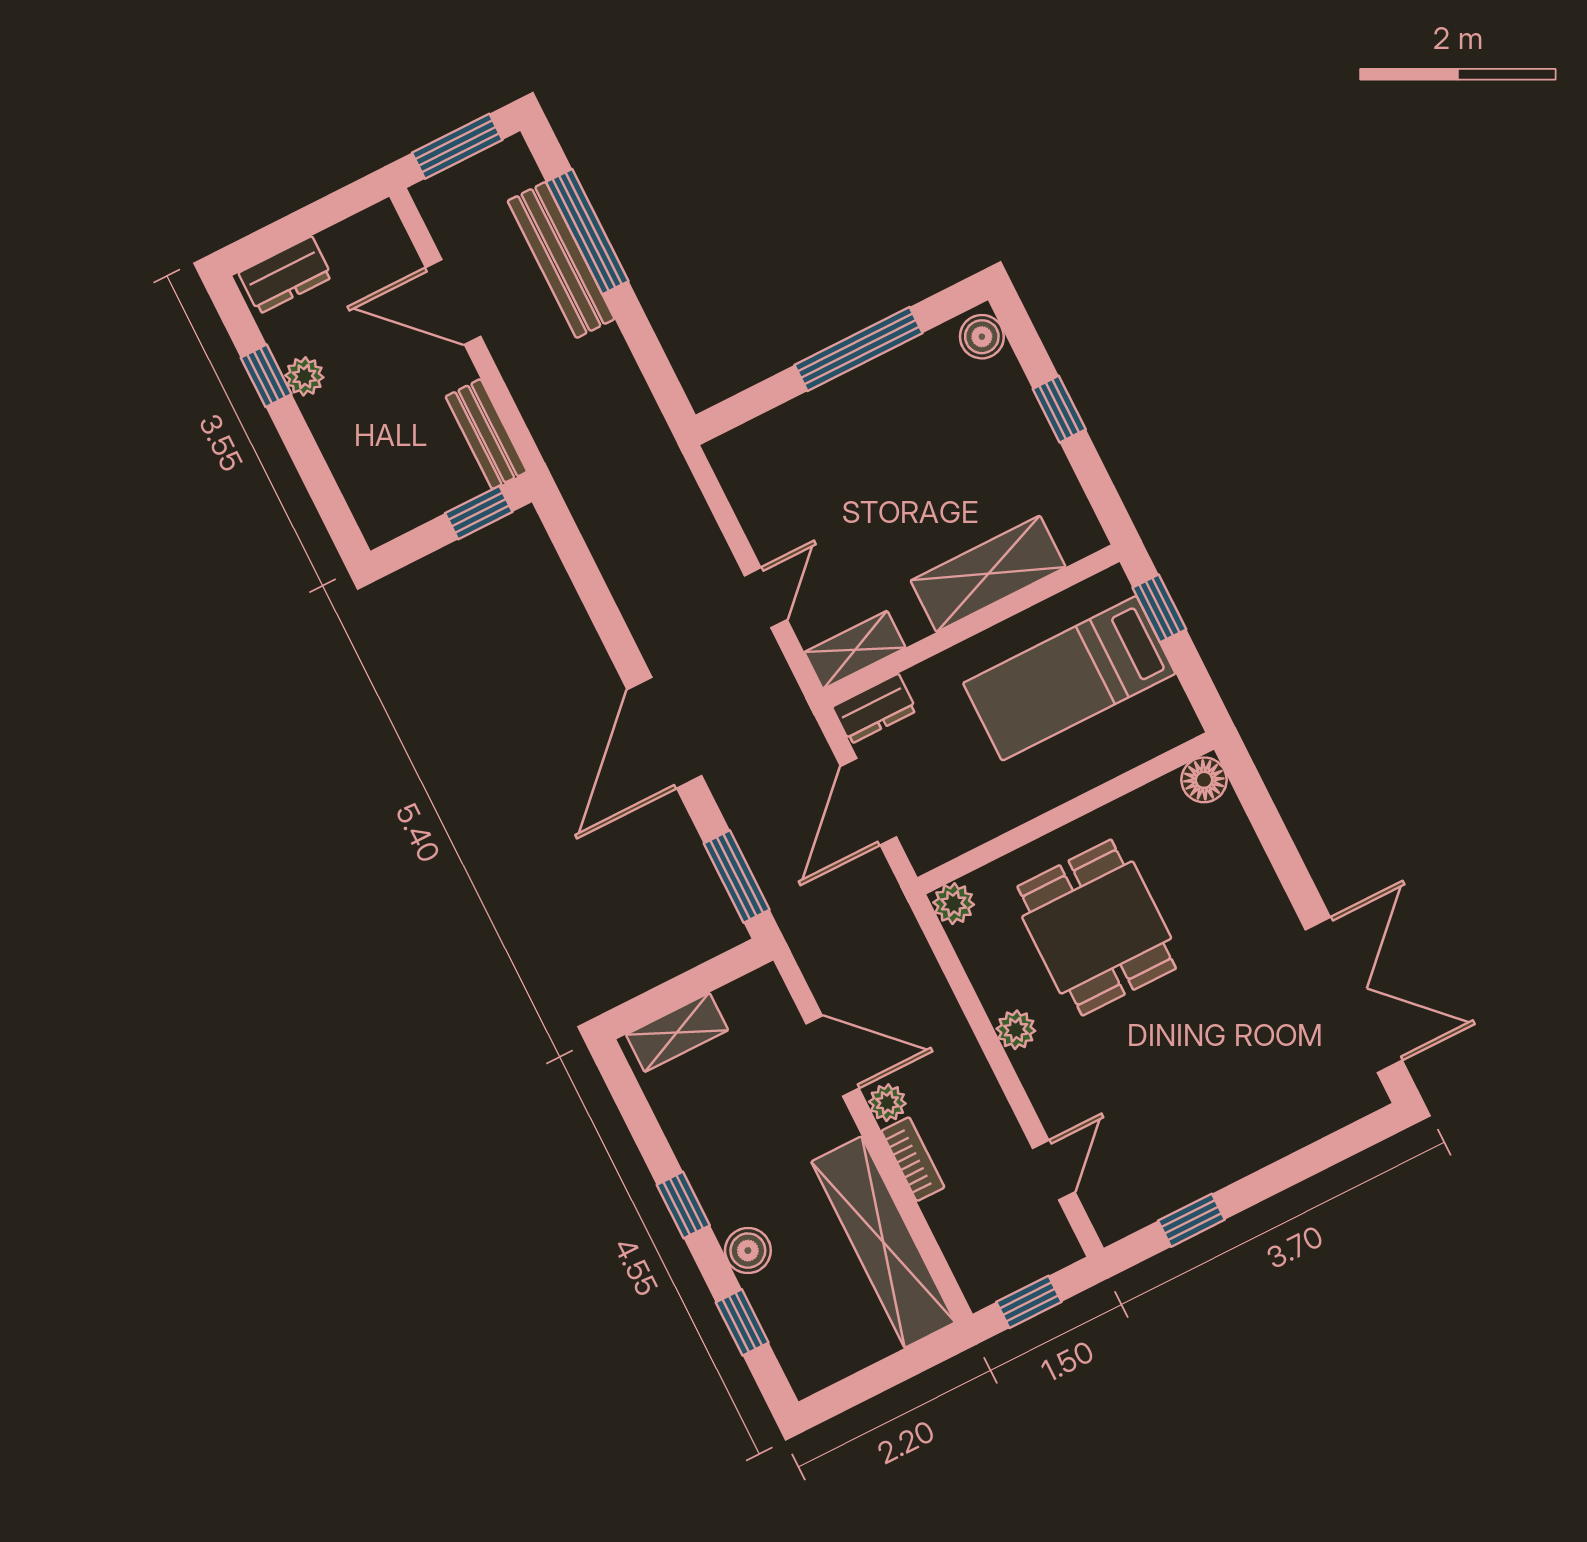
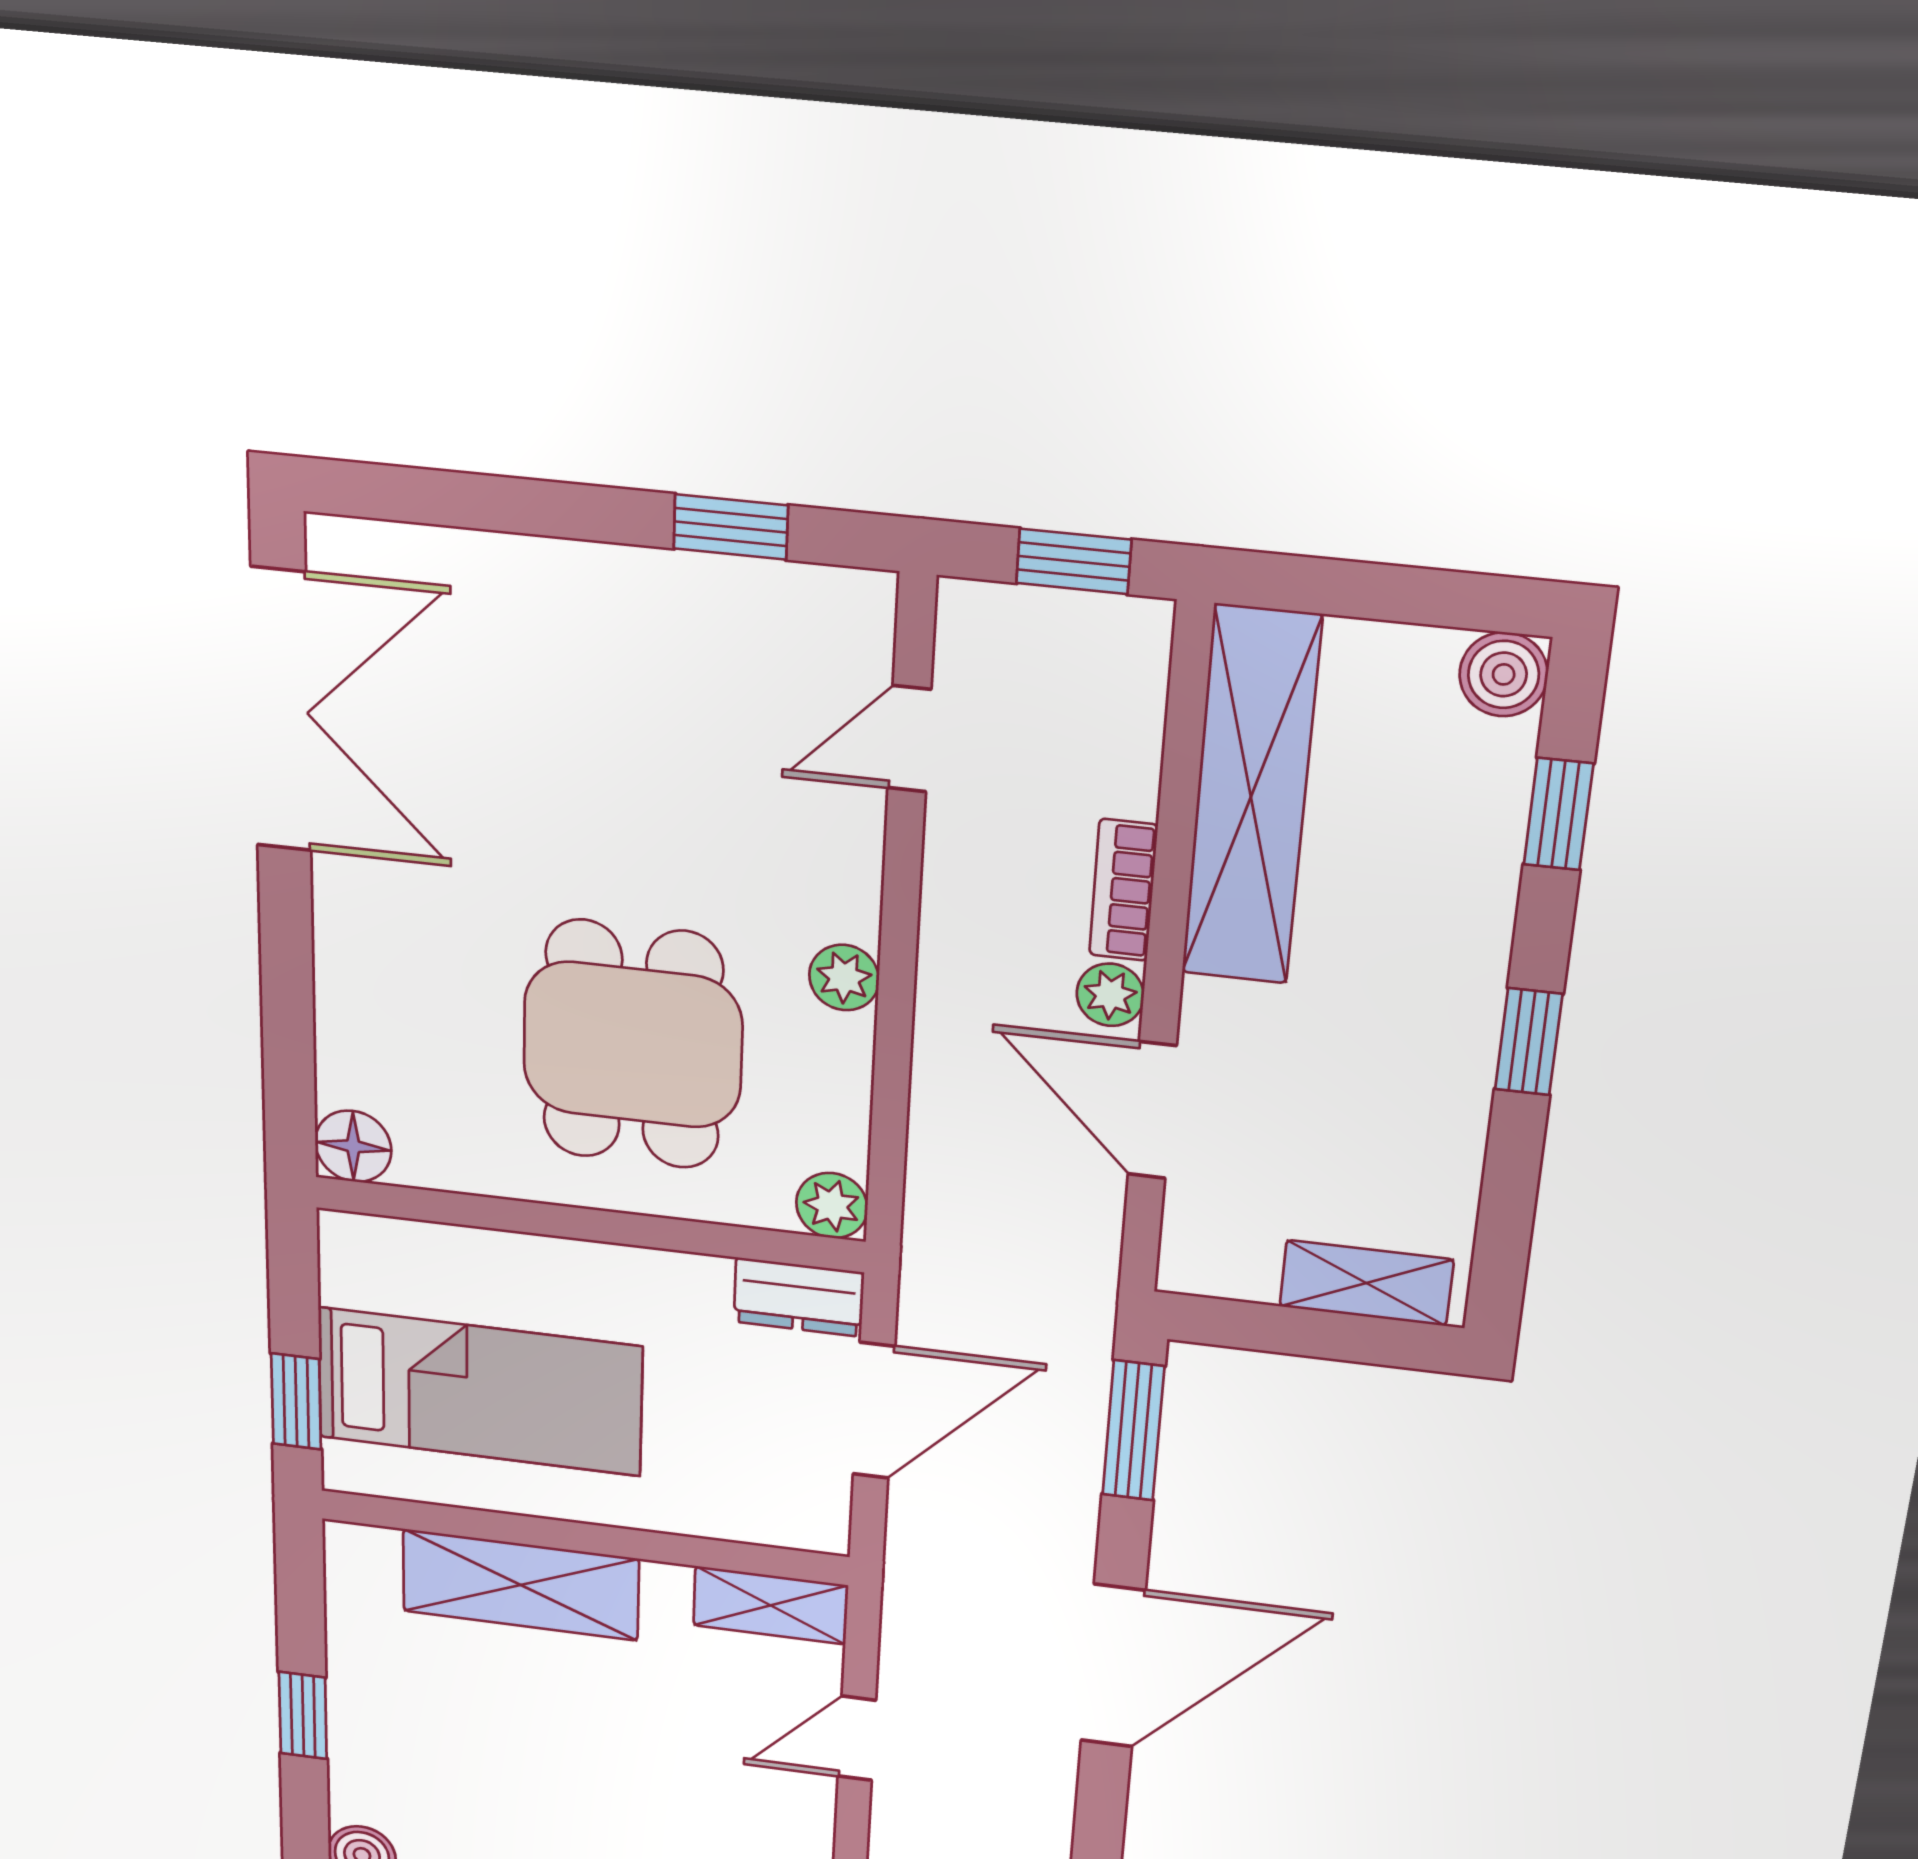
dresser: (874, 709) -> (799, 1297), moved, turned 180
double door: (1354, 995) -> (281, 710), swing flipped
boiler: (748, 1251) -> (1504, 674), moved

